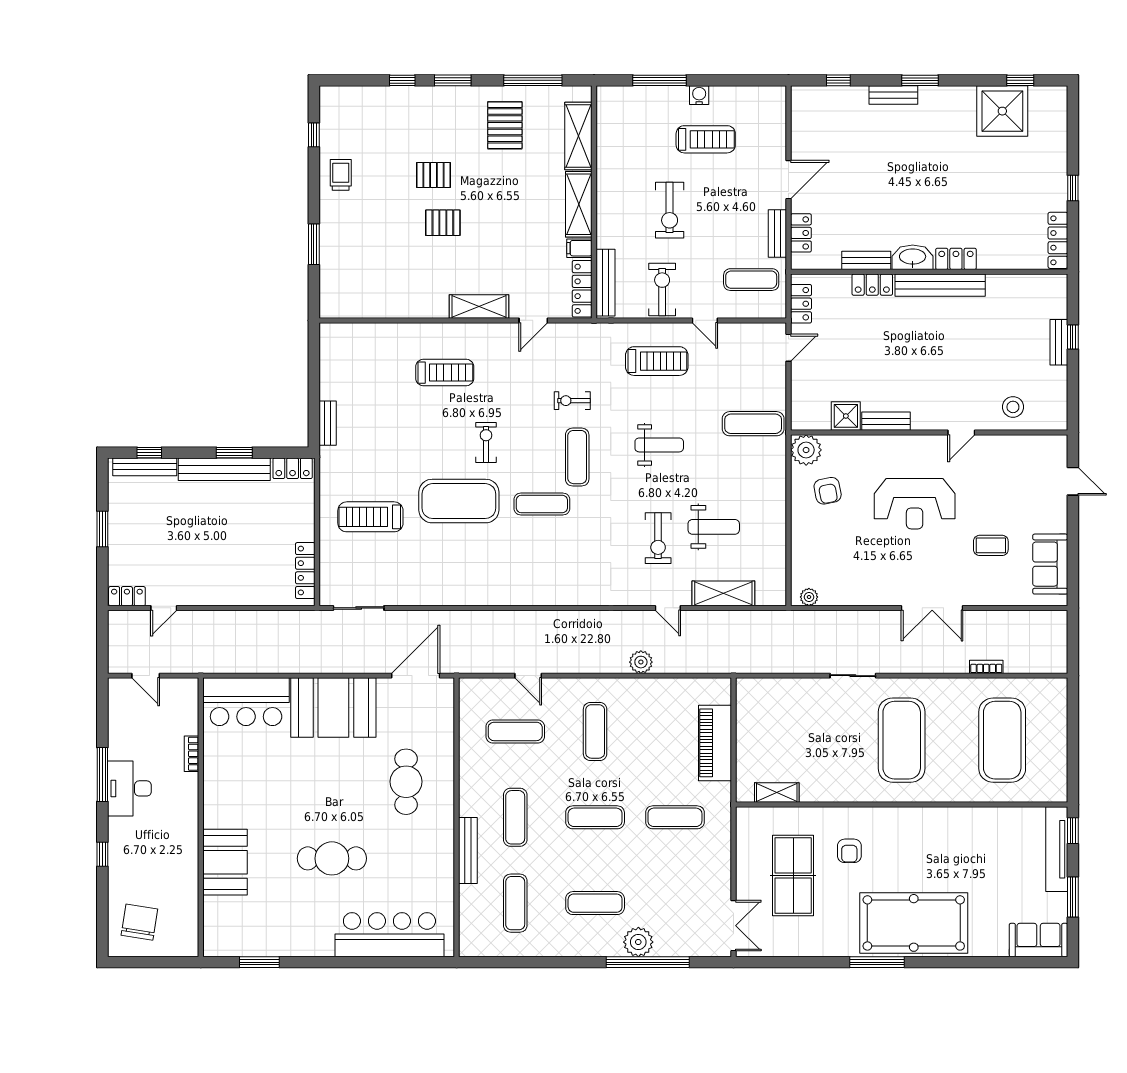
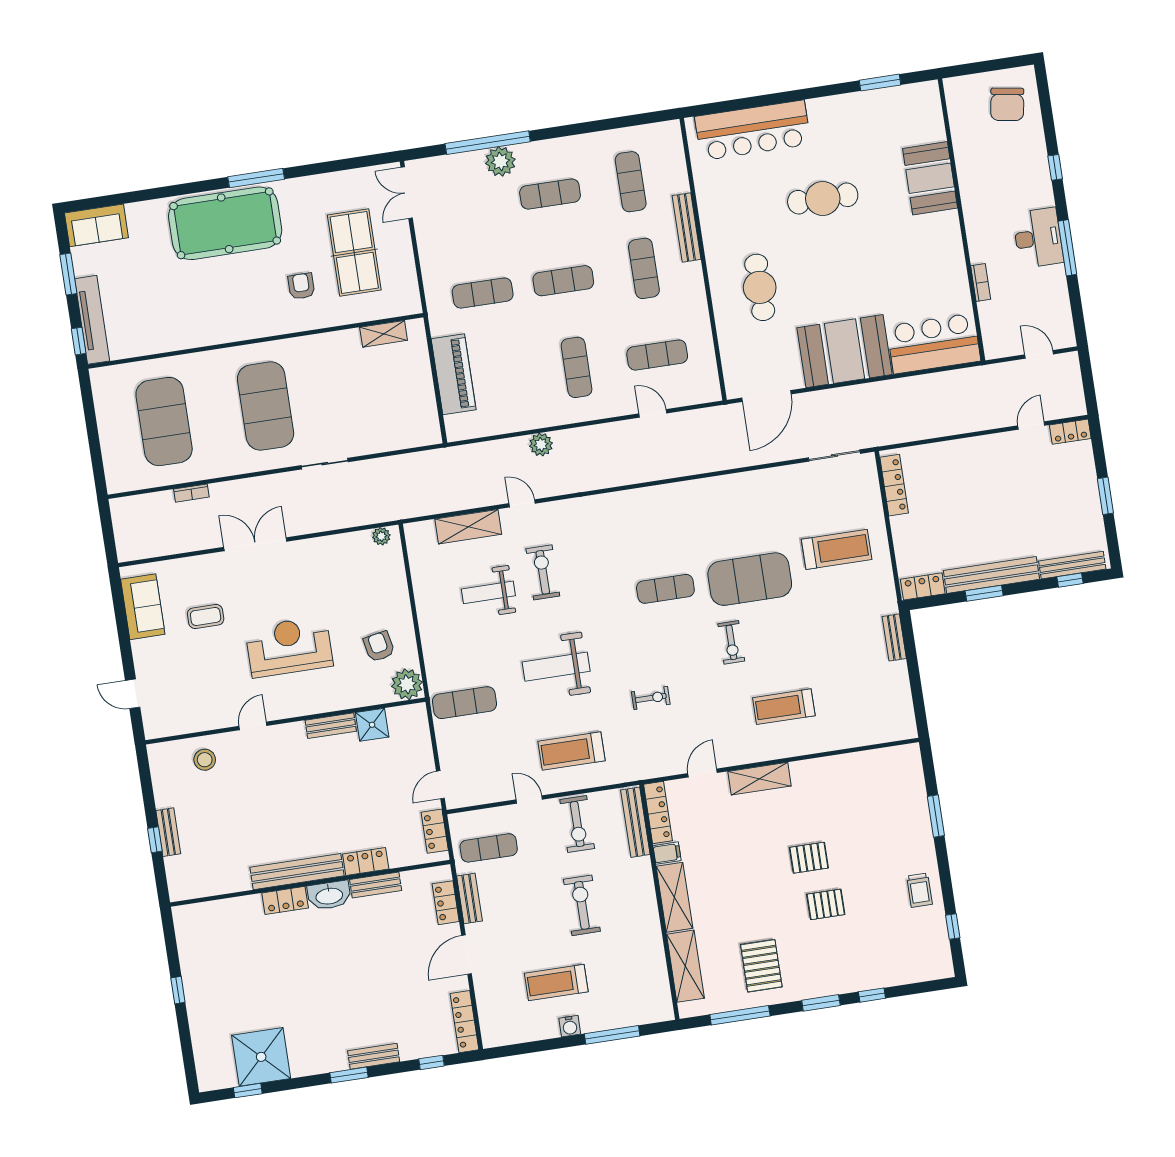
locker: (1058, 240) -> (464, 1022), moved, turned 180
weight bench: (659, 445) -> (556, 667), width x1.36, depth x1.33
exercise mat: (577, 457) -> (637, 642), removed

